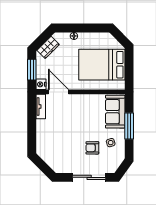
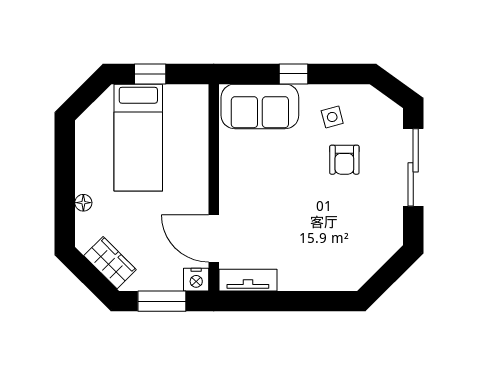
bed: (102, 65) -> (138, 138), width x0.67
window: (129, 65) -> (150, 74), added
door: (59, 92) -> (214, 239), hinge flipped
window: (129, 126) -> (294, 74), width x0.46

